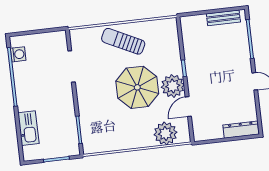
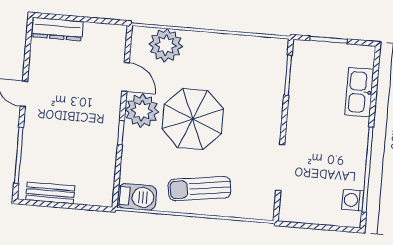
barbecue: (164, 27) -> (137, 197), added
sun lounger: (123, 41) -> (200, 189), turned 146
door: (188, 107) -> (126, 77), hinge flipped

